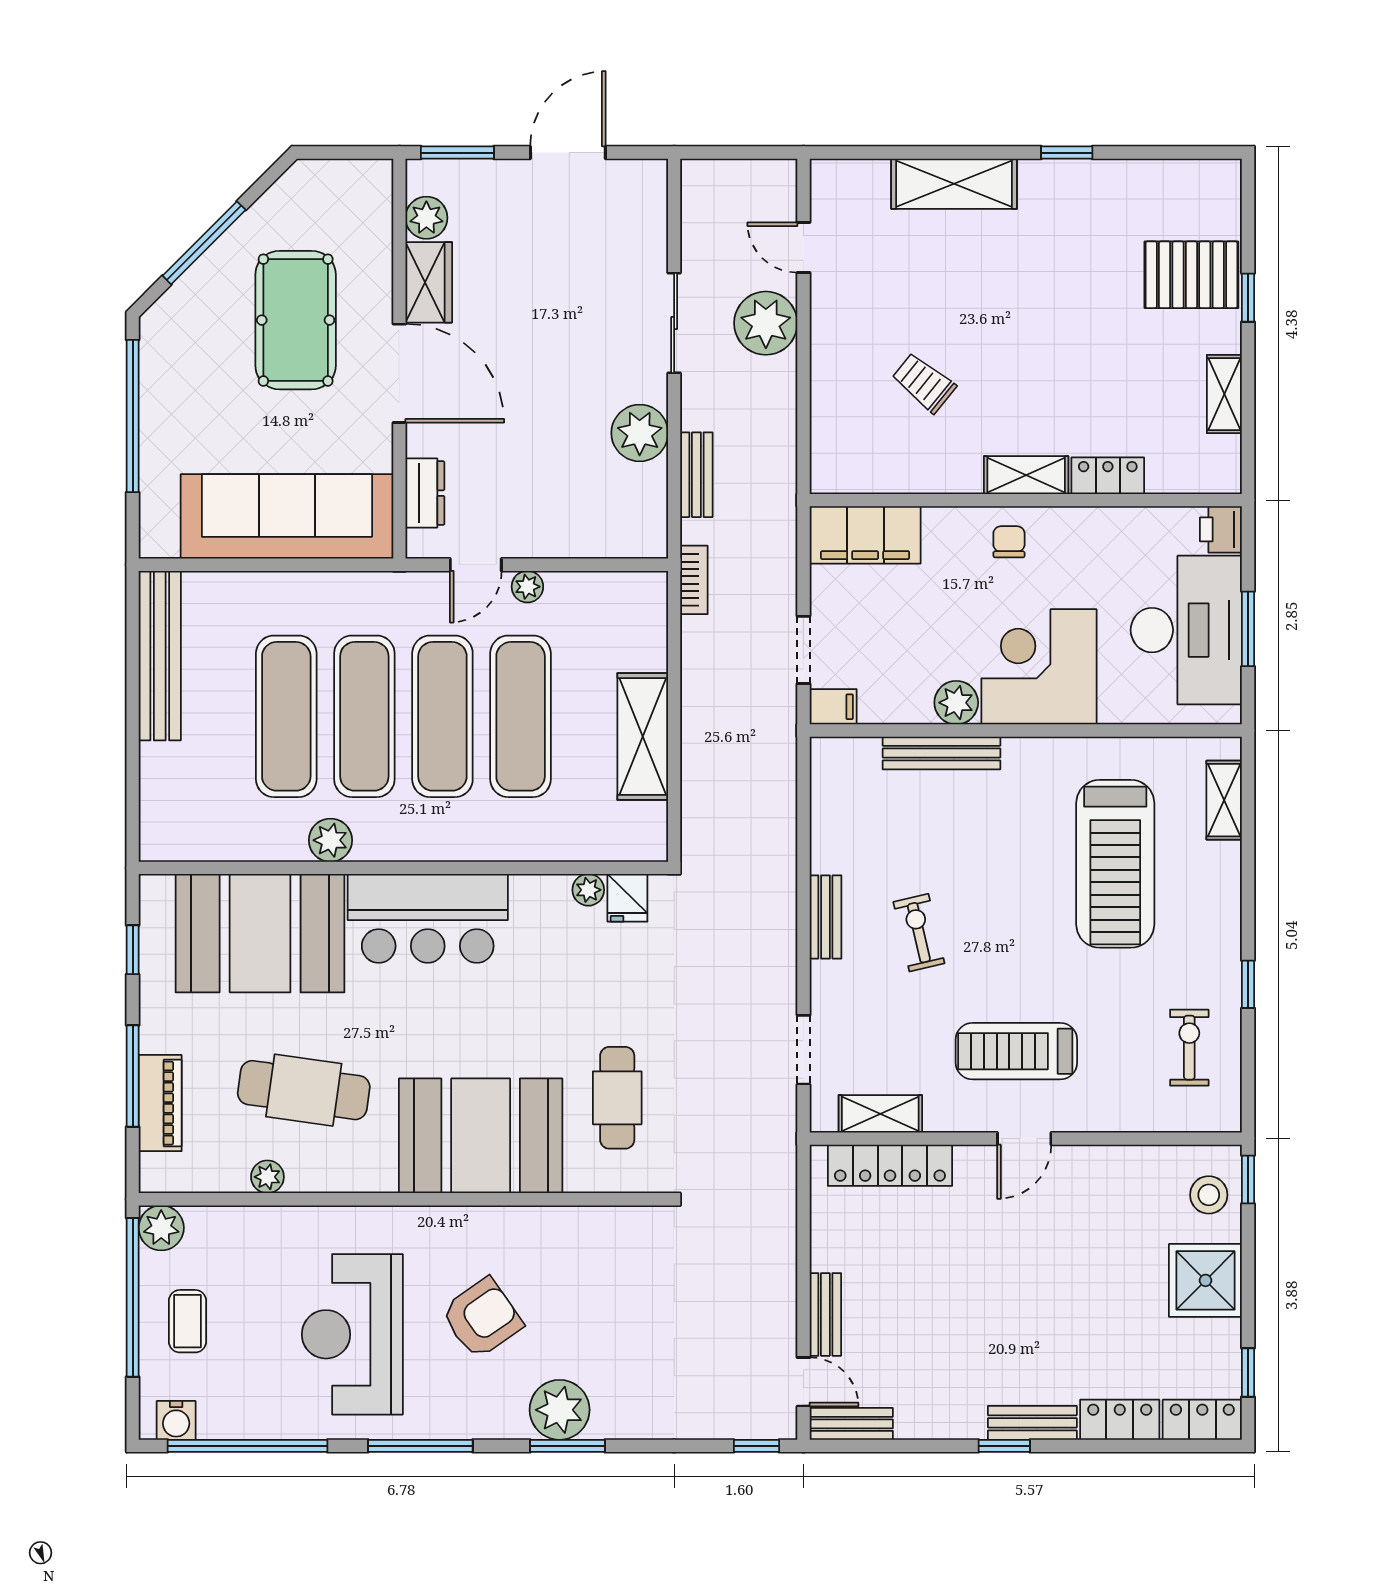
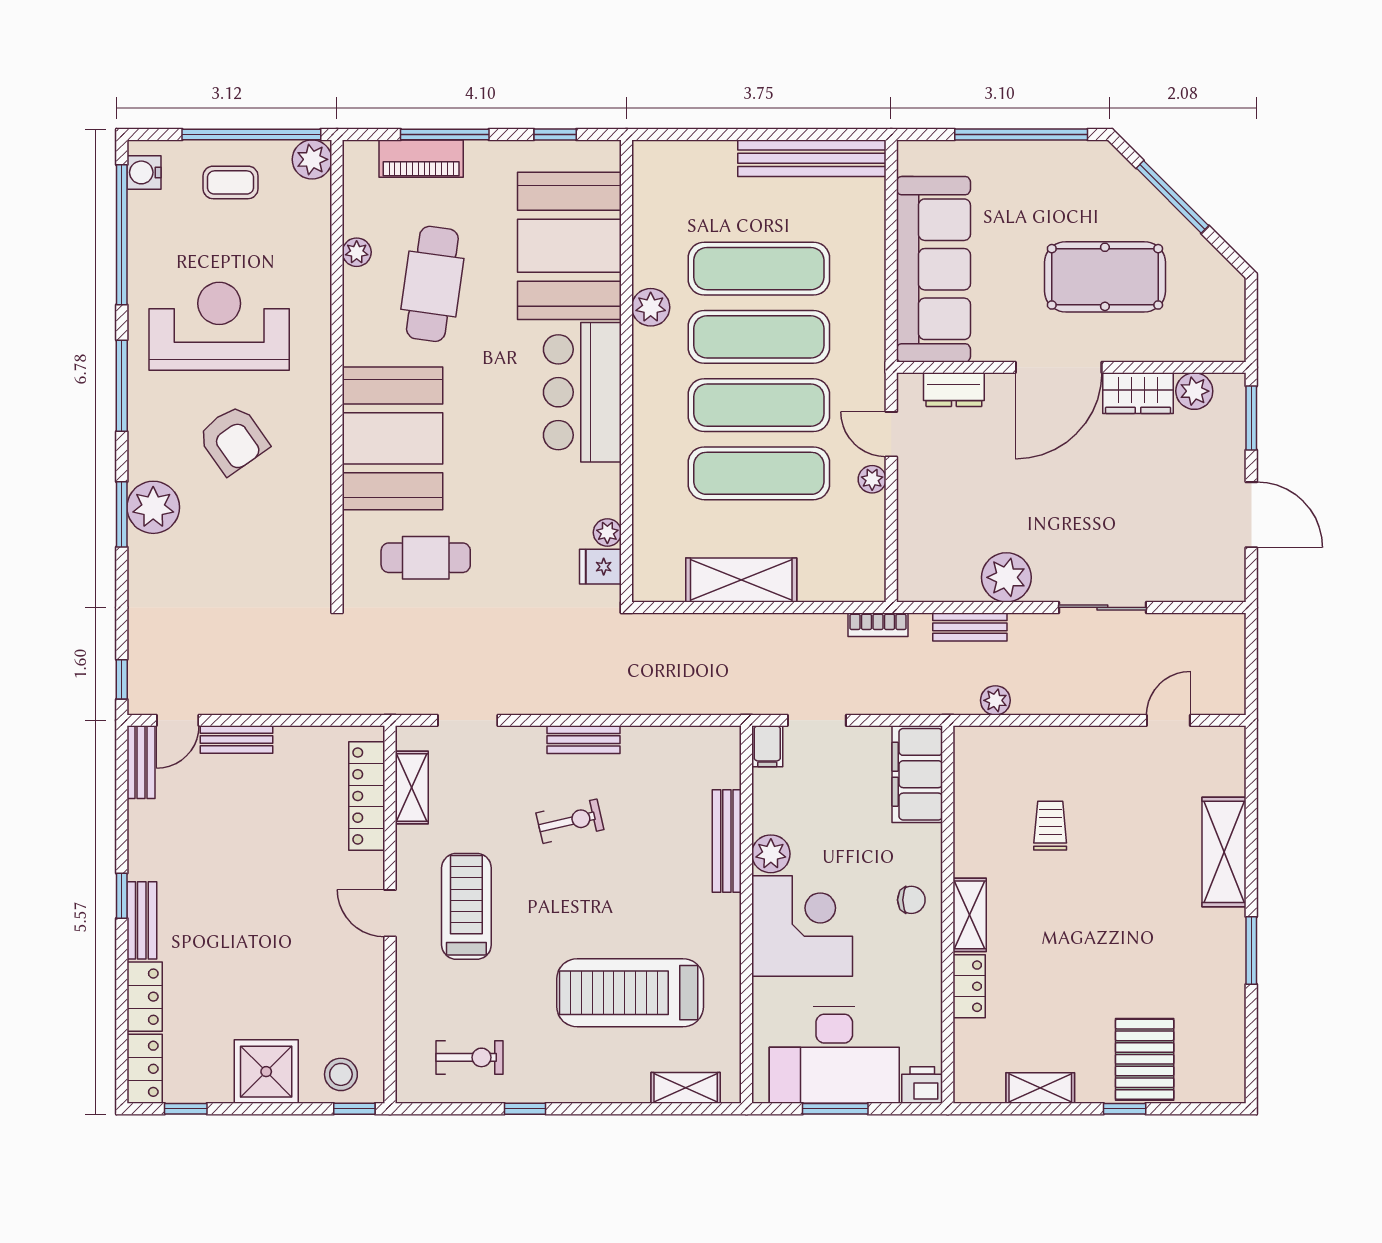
window: (1067, 153) -> (1251, 950), width x1.50
plant: (766, 323) -> (995, 700), moved, width x0.53, depth x0.53
trolley: (924, 383) -> (1050, 826), turned -39

